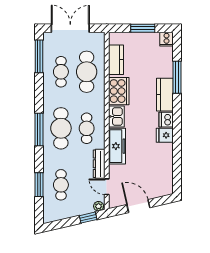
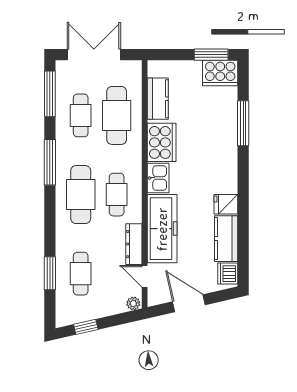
window: (143, 28) -> (211, 55), moved
cooker: (167, 39) -> (220, 73), width x1.87, depth x1.31
kitchen counter: (165, 95) -> (226, 239), moved
dishwasher: (166, 120) -> (228, 274), moved
window: (39, 130) -> (50, 162), moved
freezer: (117, 146) -> (162, 229), width x1.36, depth x1.26
window: (88, 218) -> (86, 327), moved

